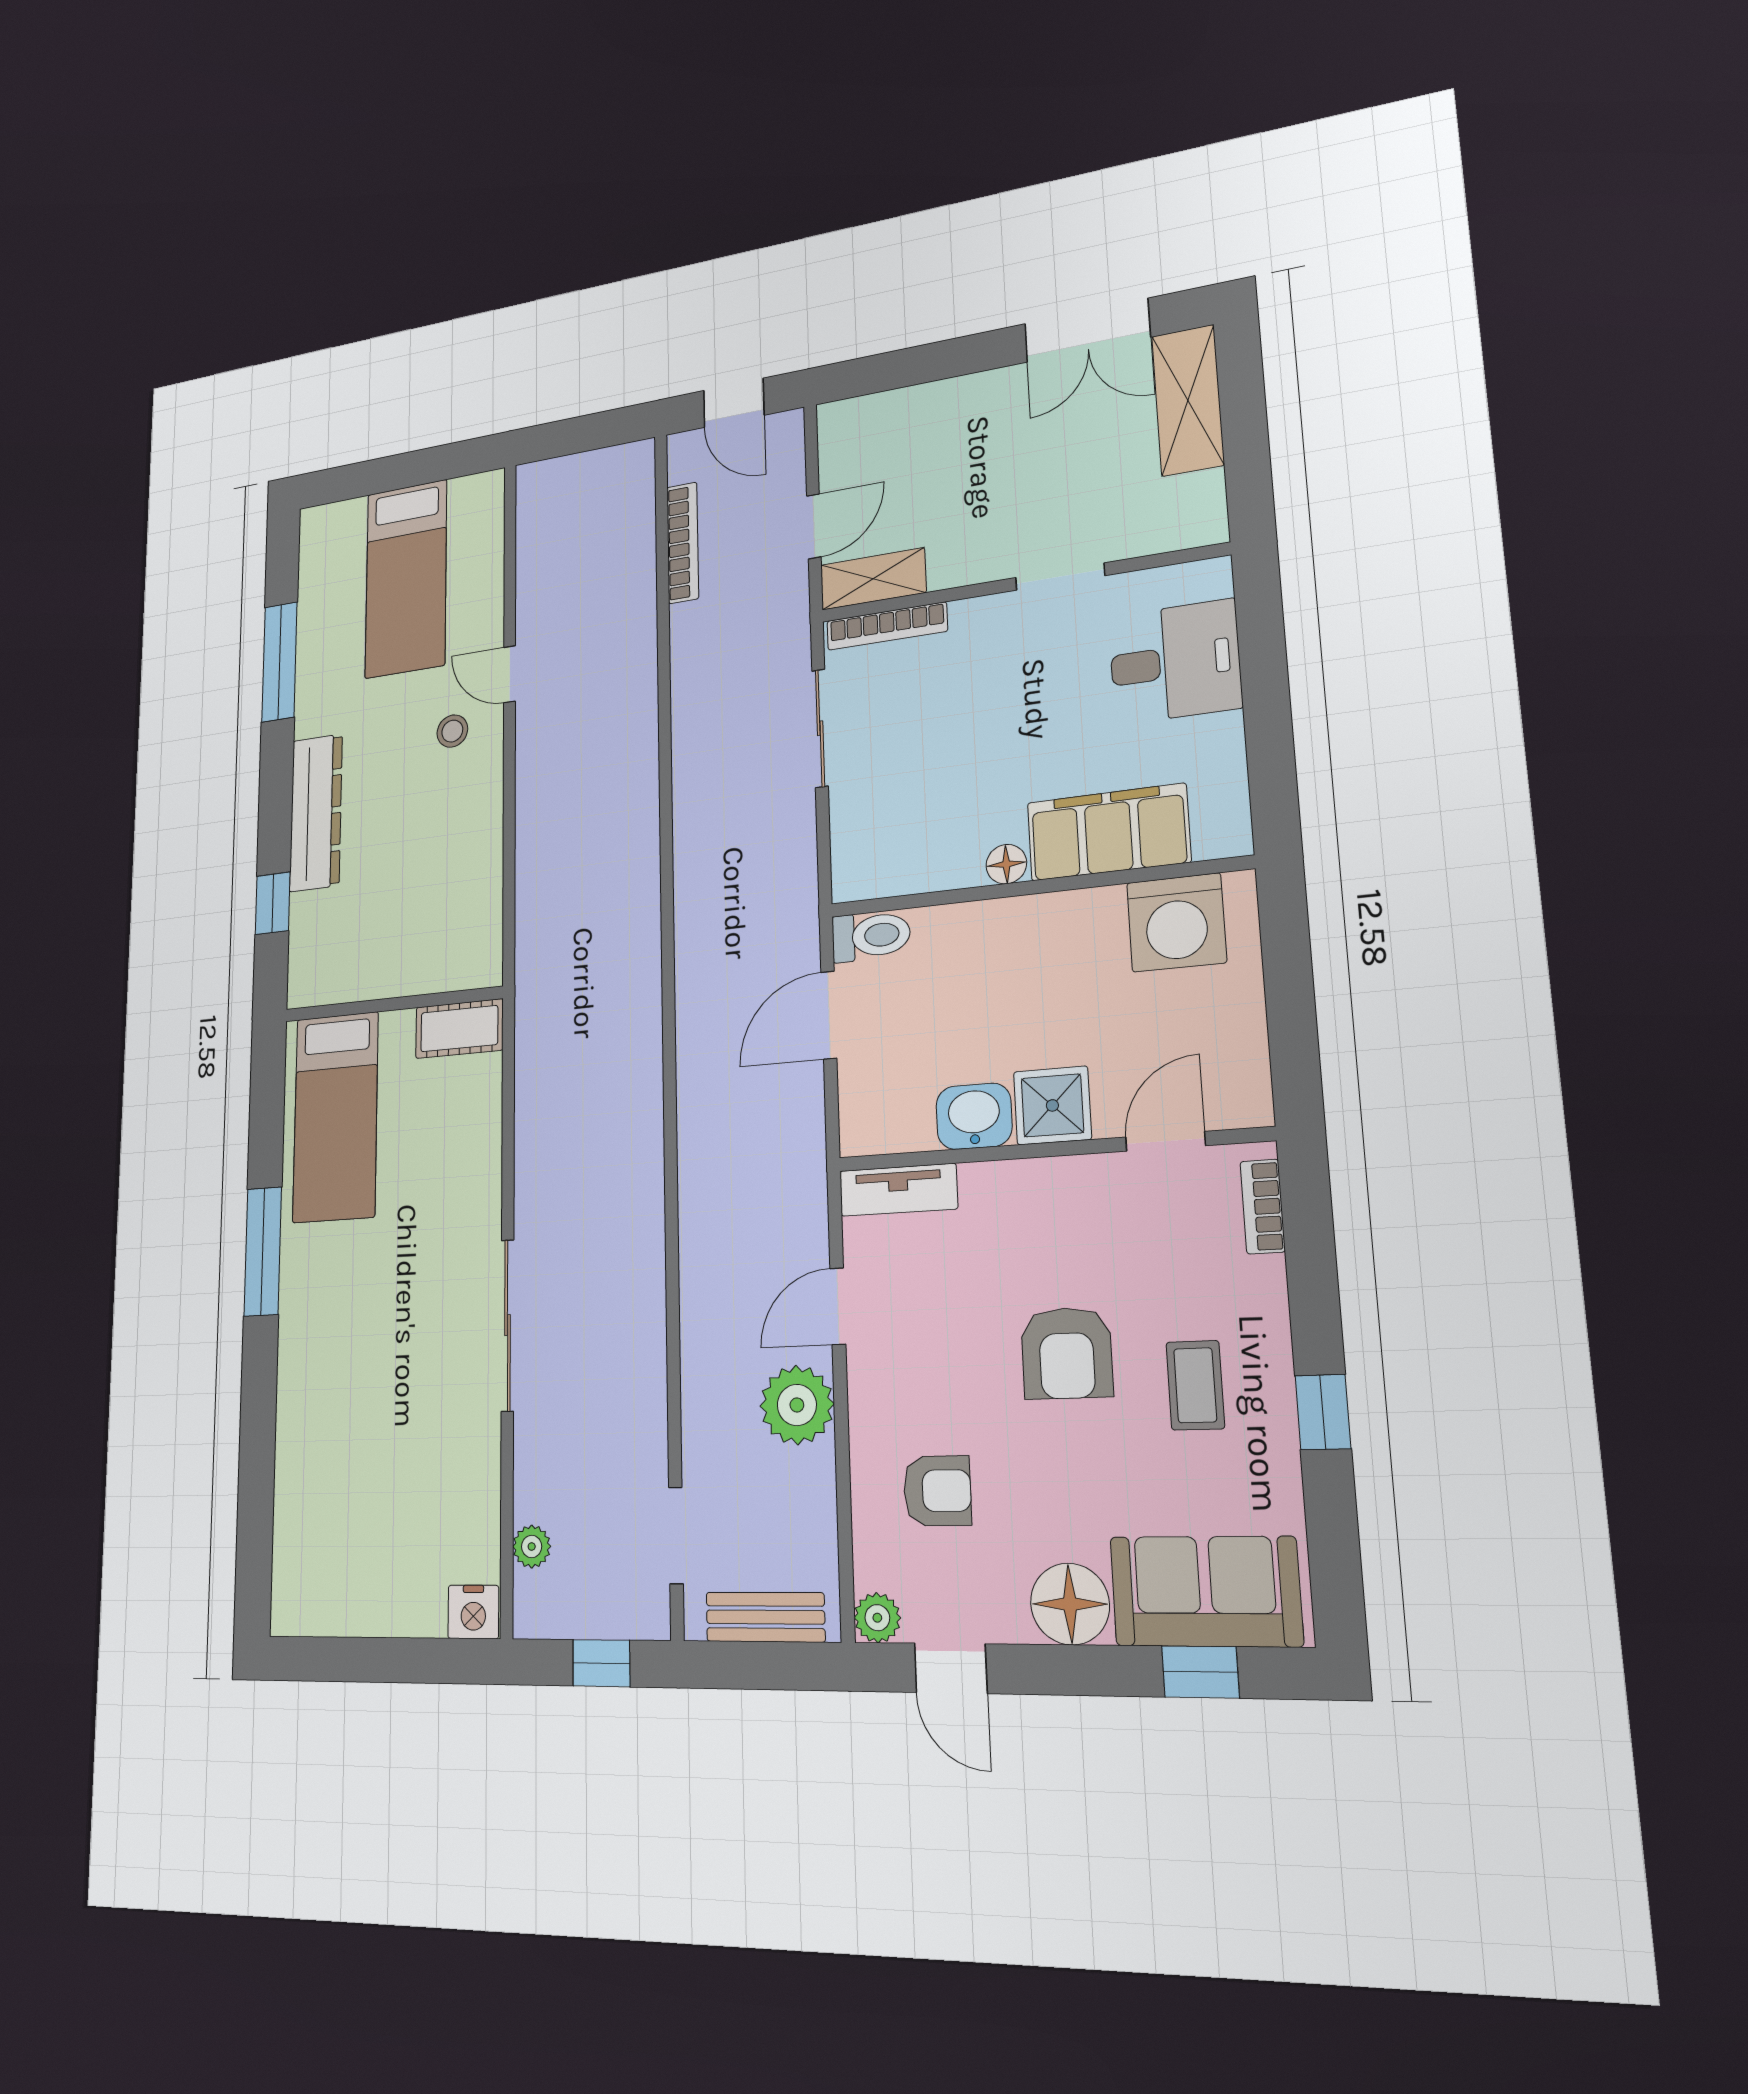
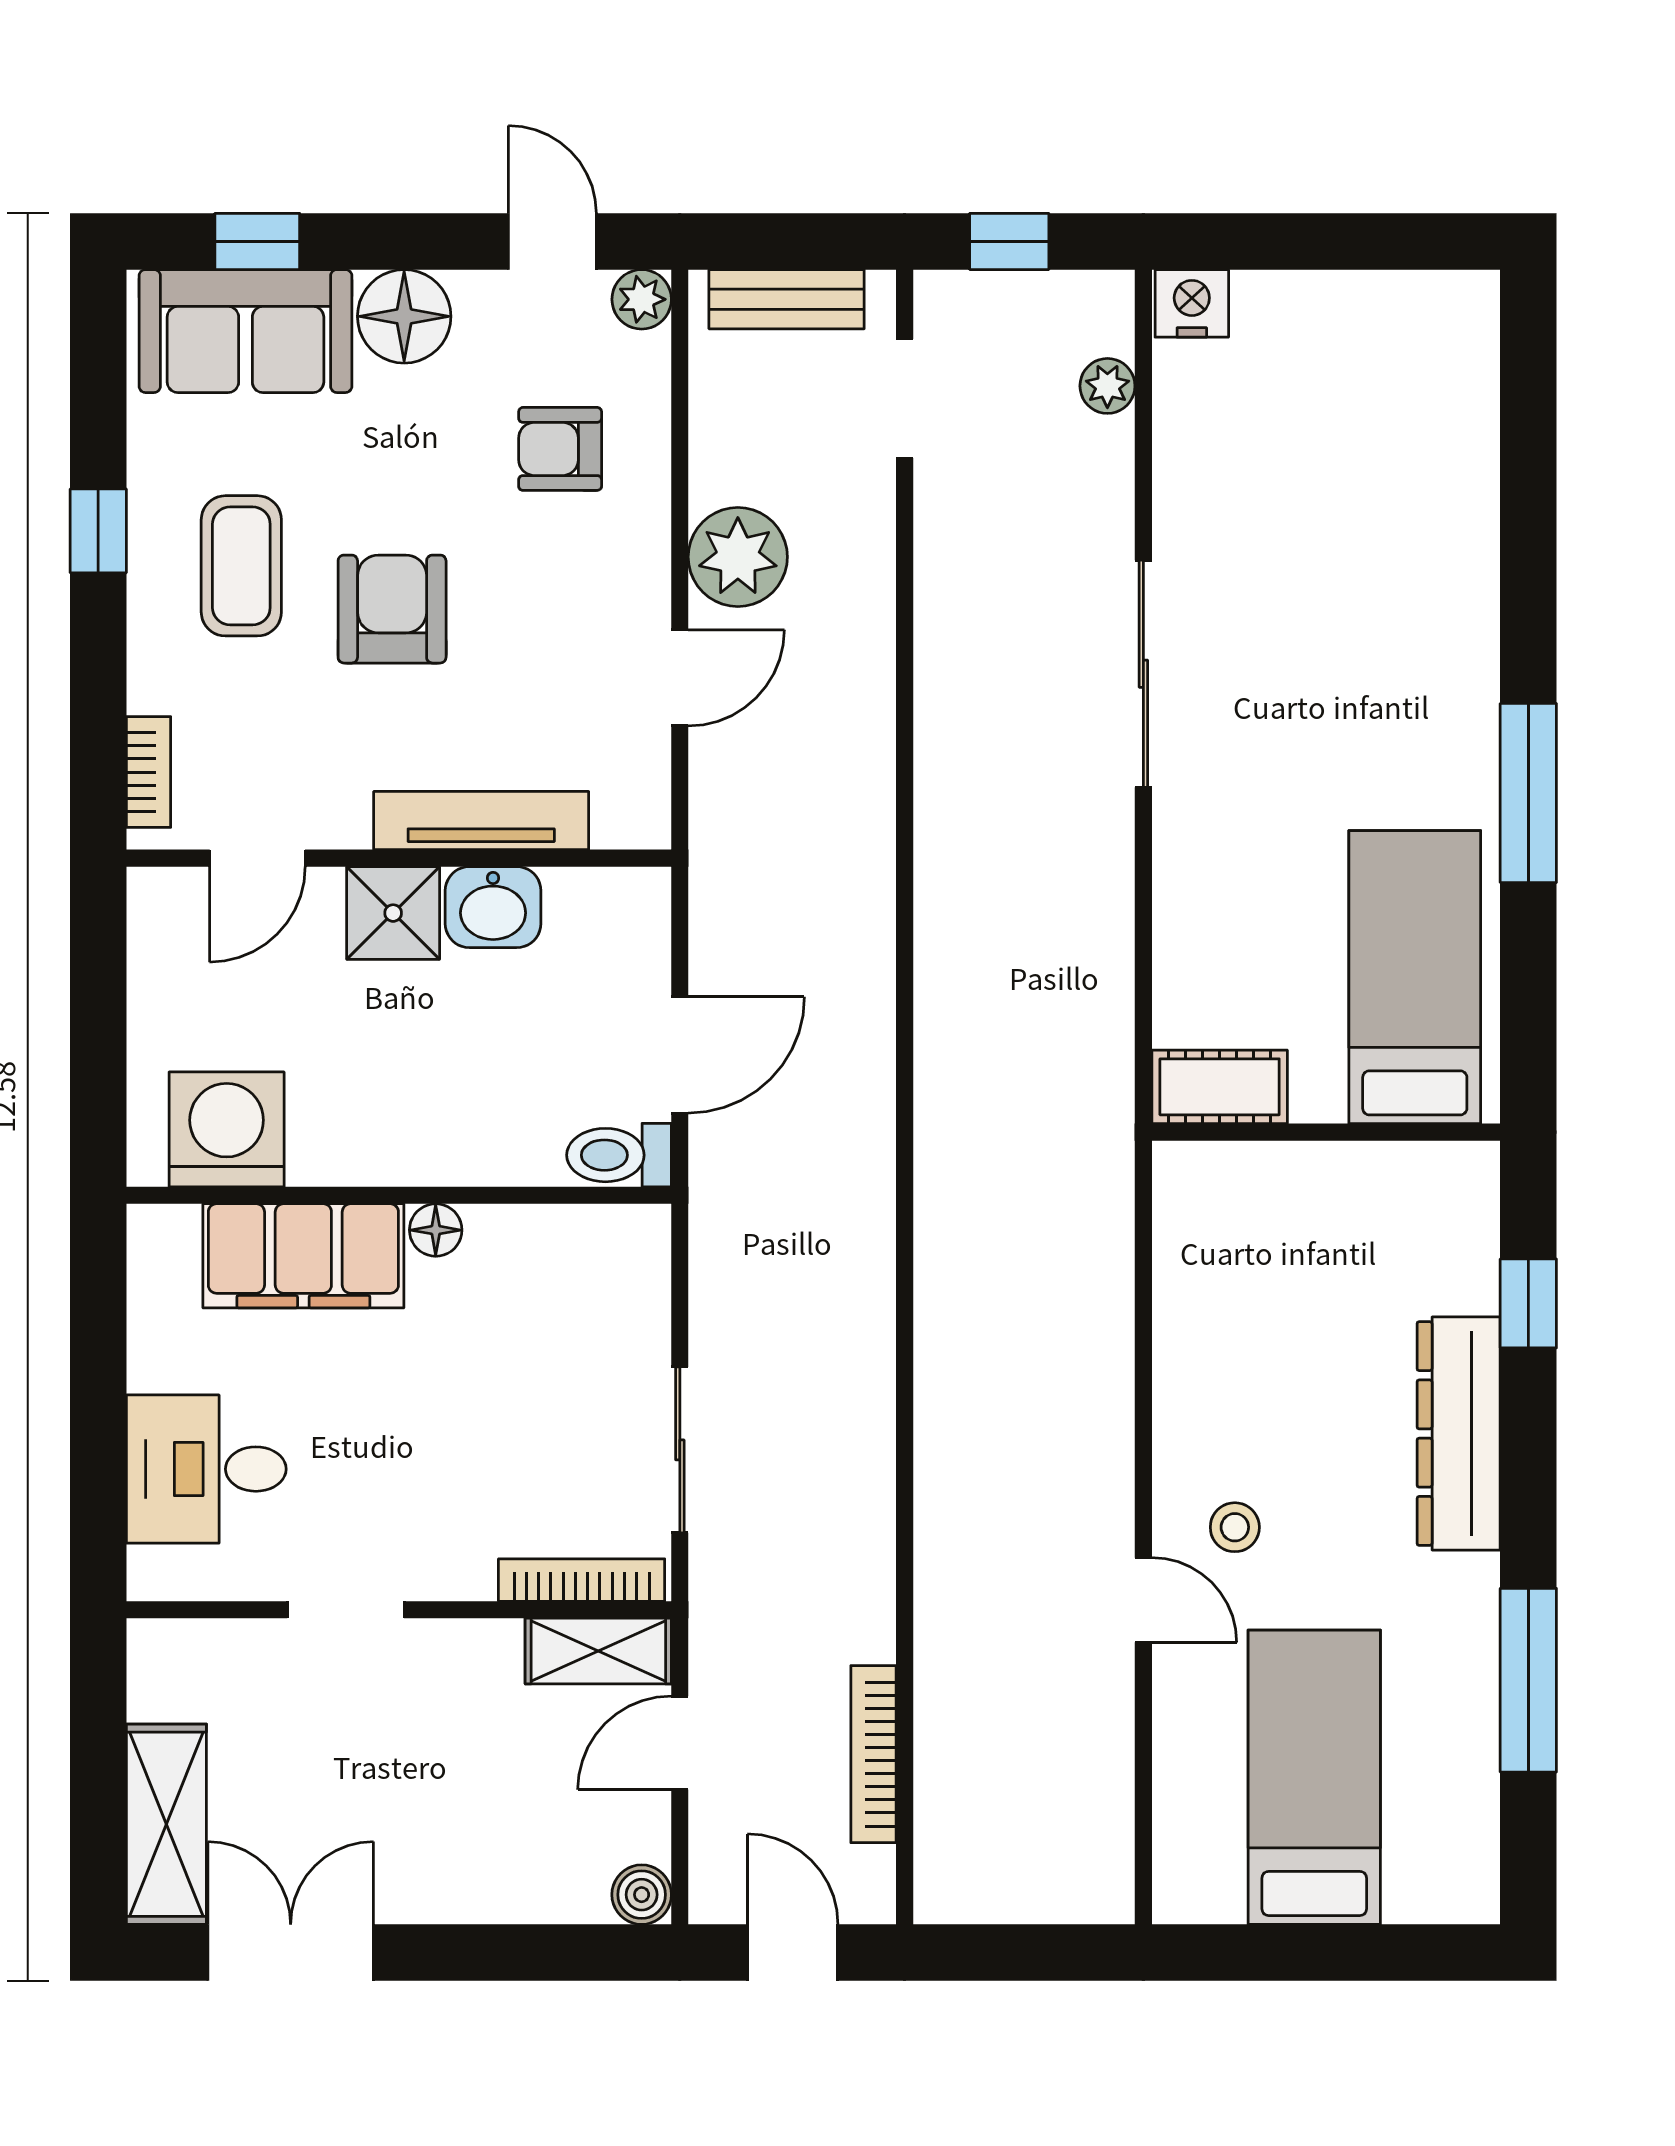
boiler: (837, 420) -> (642, 1895), added
tv unit: (898, 1190) -> (481, 821), moved, width x1.41
coffee table: (1195, 1385) -> (241, 566), width x1.36, depth x1.30

